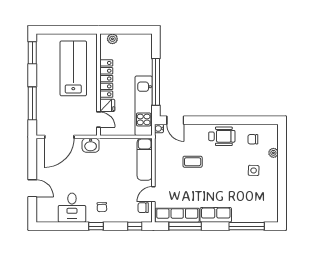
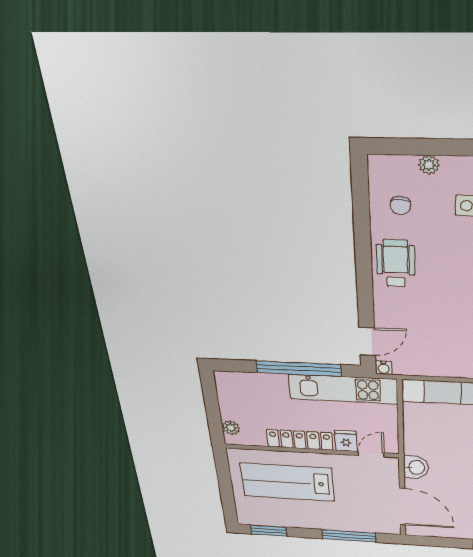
coffee table: (193, 162) -> (447, 316), removed

